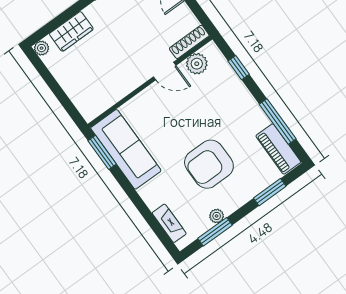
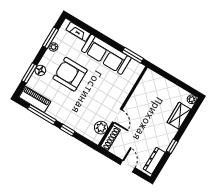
window: (239, 68) -> (68, 130), moved
door: (165, 71) -> (117, 116), swing flipped
sofa: (126, 149) -> (106, 54), moved
armchair: (209, 164) -> (70, 74), turned -90
floor lamp: (251, 189) -> (40, 70), added

